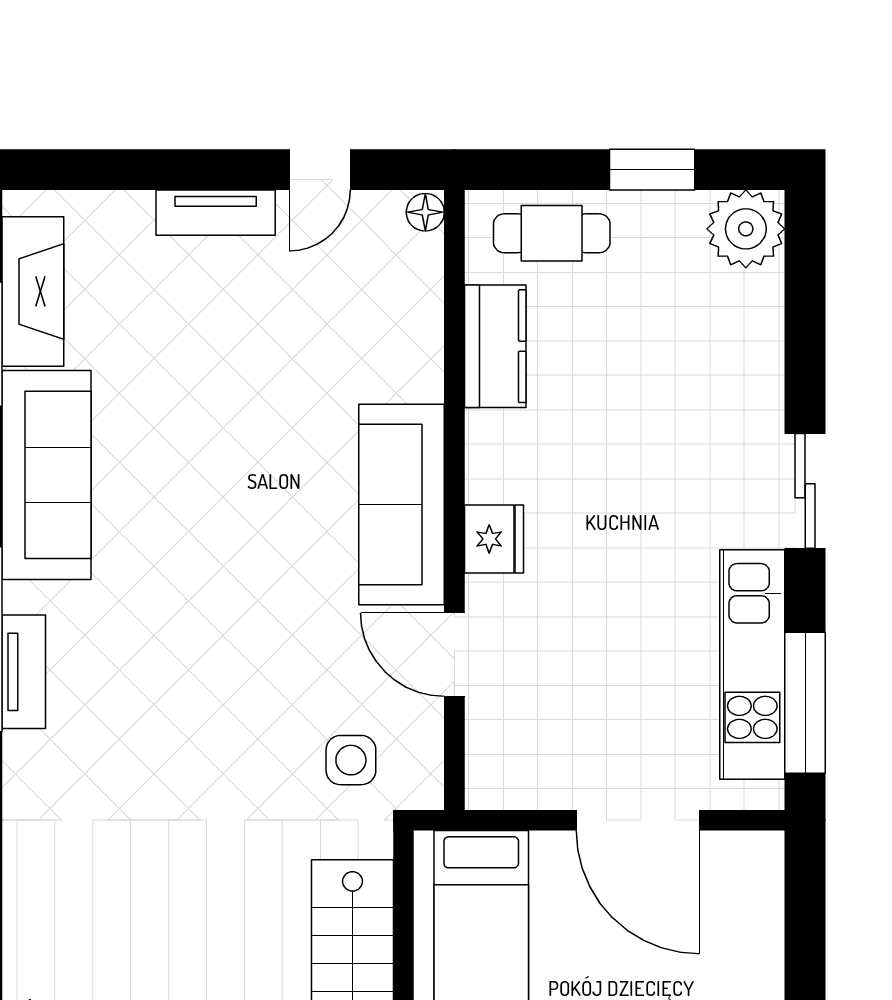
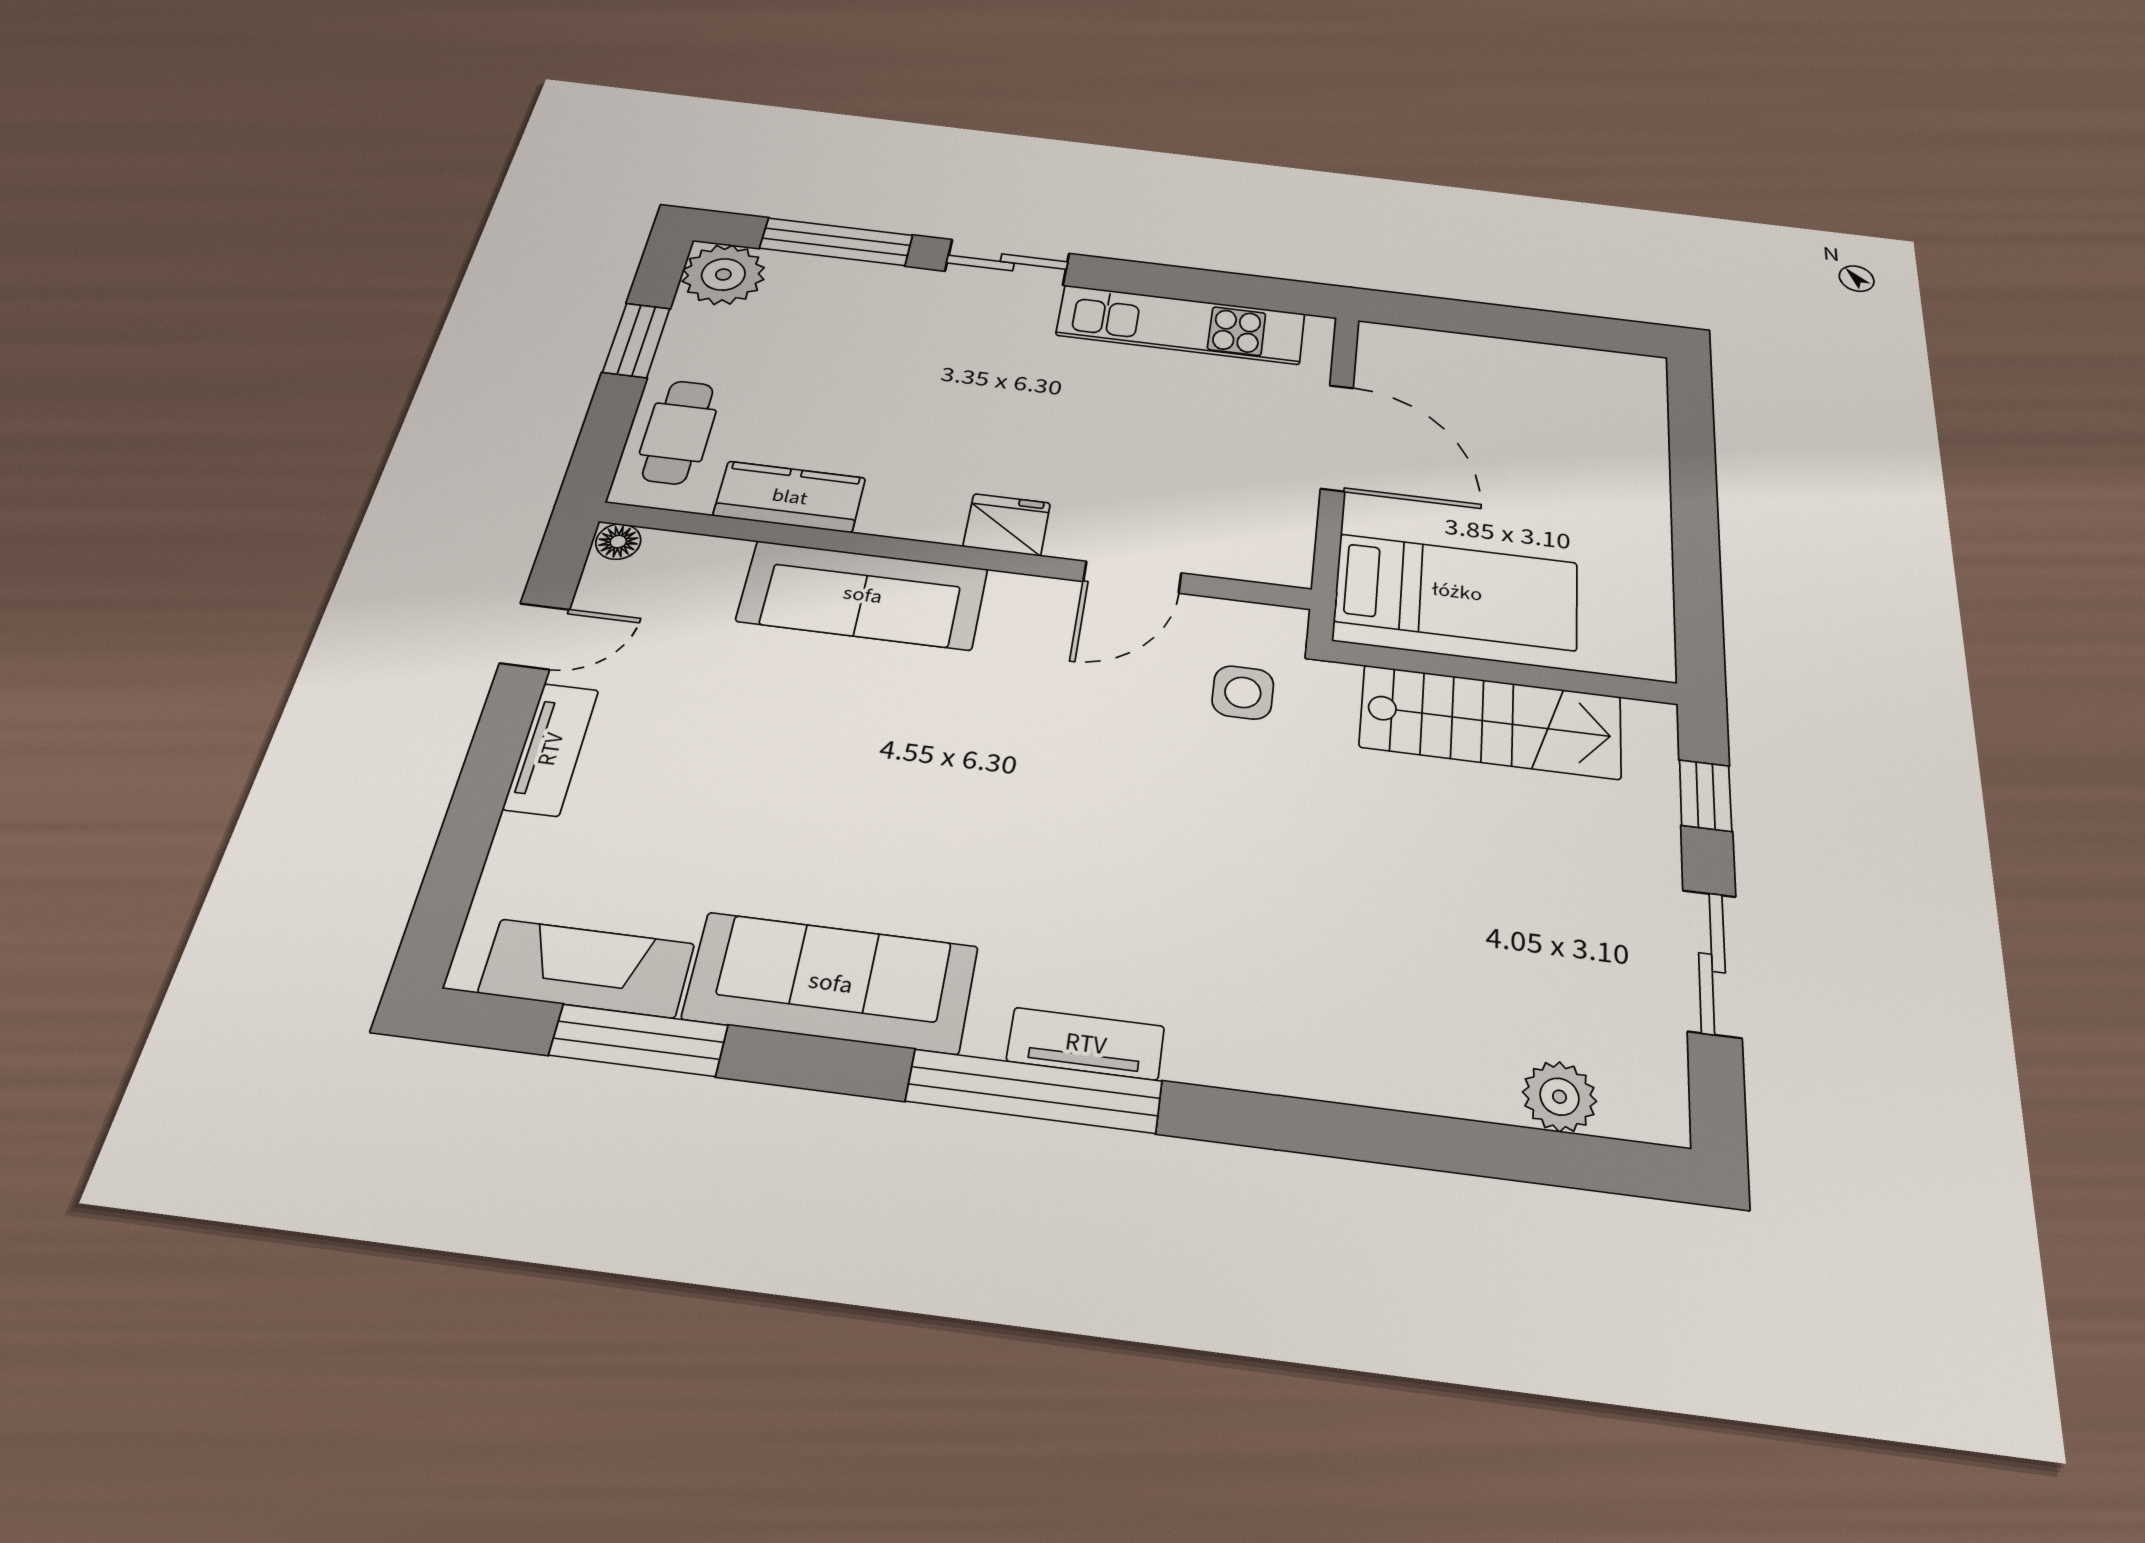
door: (320, 170) -> (535, 636), hinge flipped
sofa: (401, 505) -> (863, 595), moved
window: (805, 703) -> (836, 242), moved
door: (638, 820) -> (1337, 438), hinge flipped

